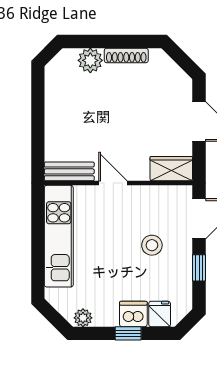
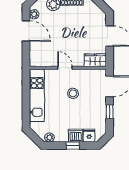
plant: (53, 80) -> (34, 14), added
door: (38, 112) -> (26, 31), added
bench: (69, 171) -> (42, 62), removed
stool: (152, 245) -> (73, 93), moved

